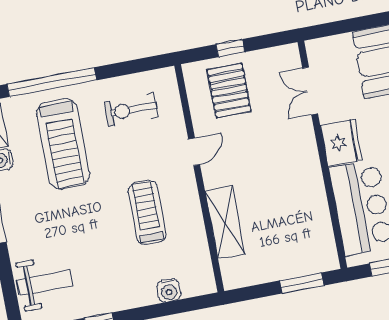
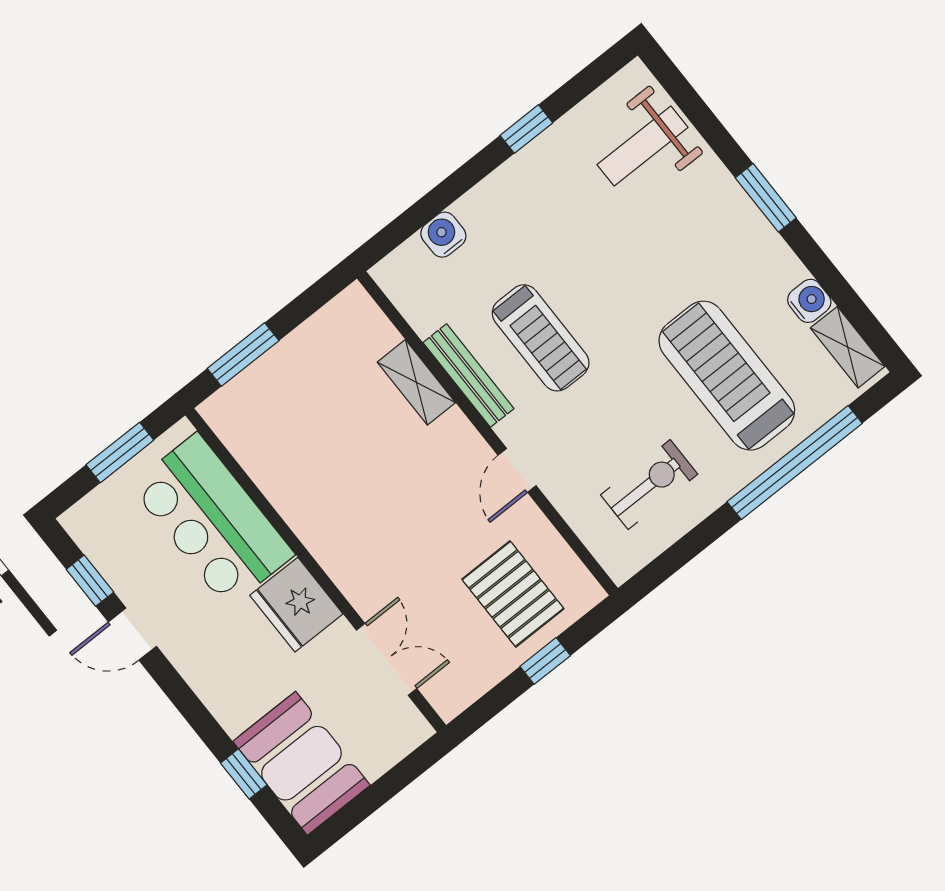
bench: (194, 213) -> (468, 376), added
shelving: (225, 222) -> (416, 382), width x0.67, depth x0.75

